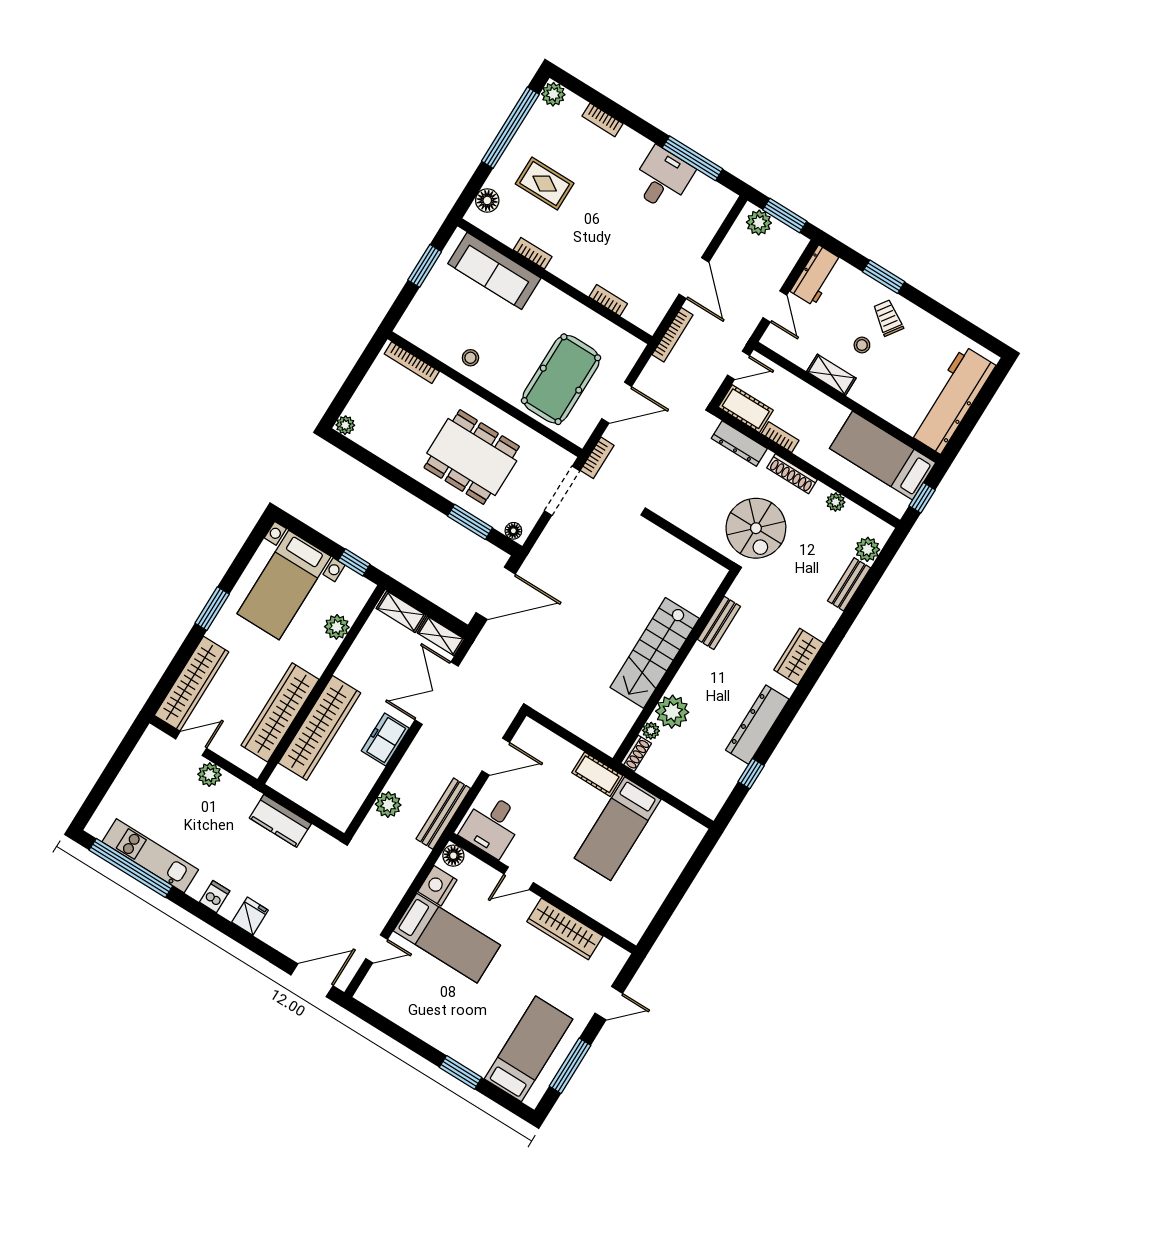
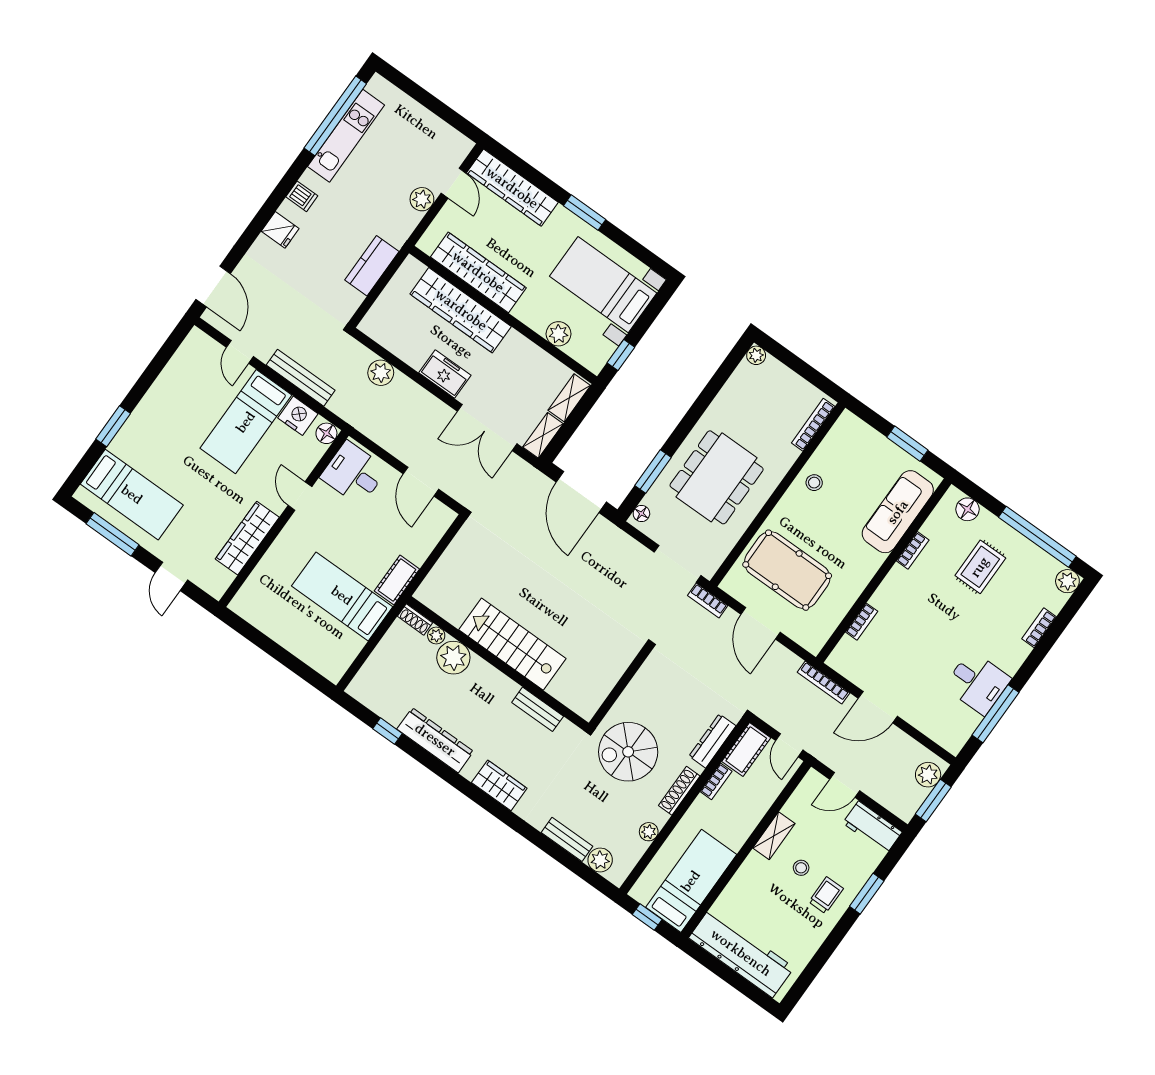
trolley: (888, 318) -> (826, 895), turned -35
double door: (437, 693) -> (487, 428), swing flipped
bench: (443, 814) -> (301, 378), moved

